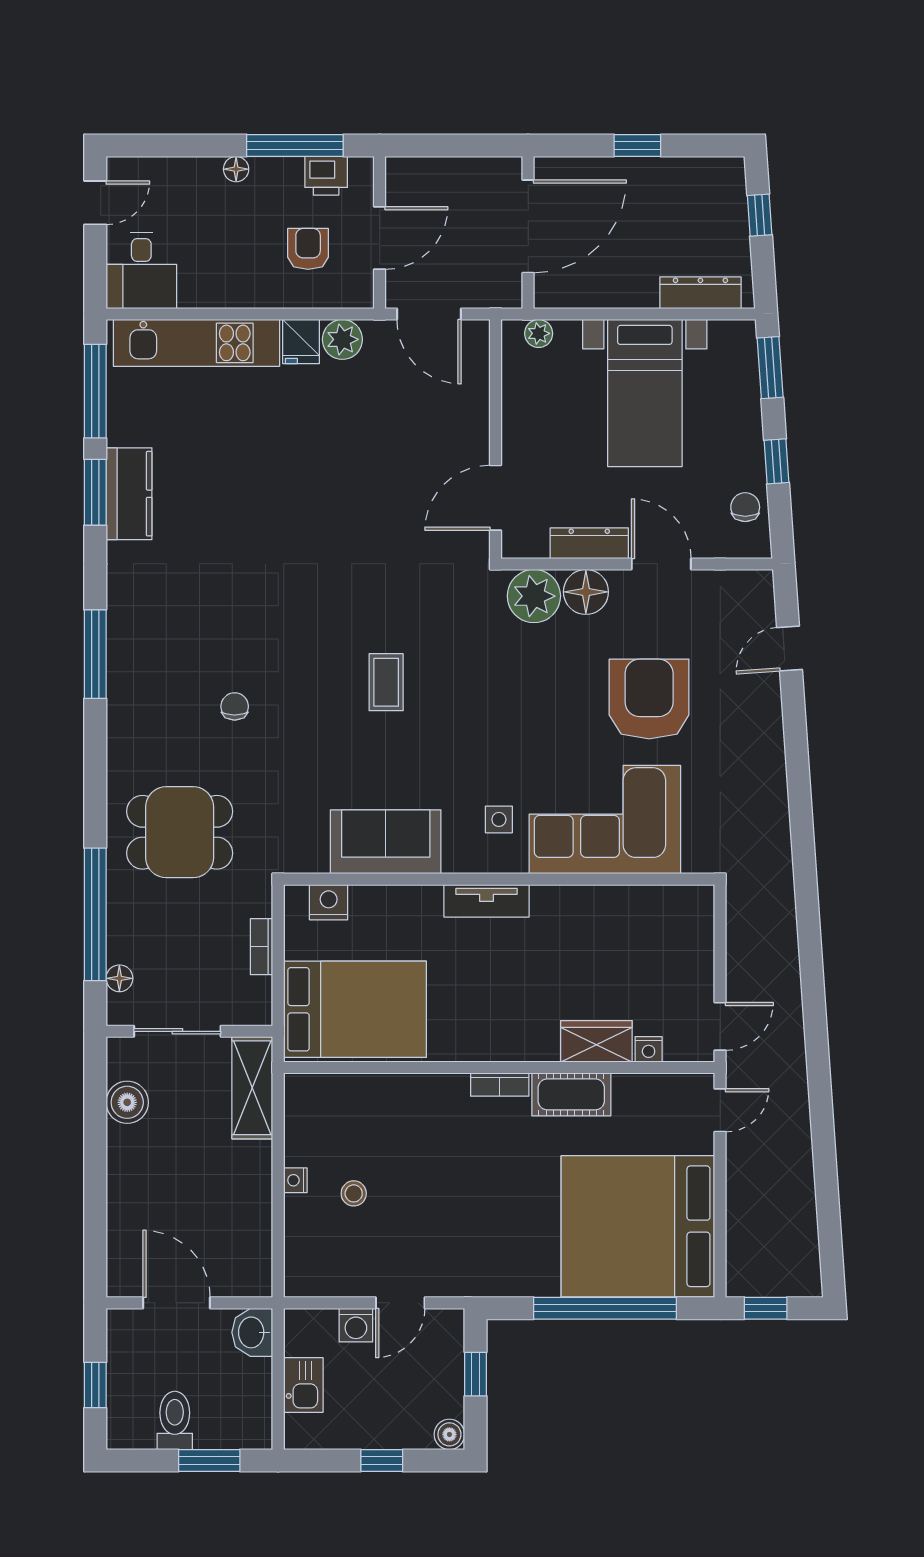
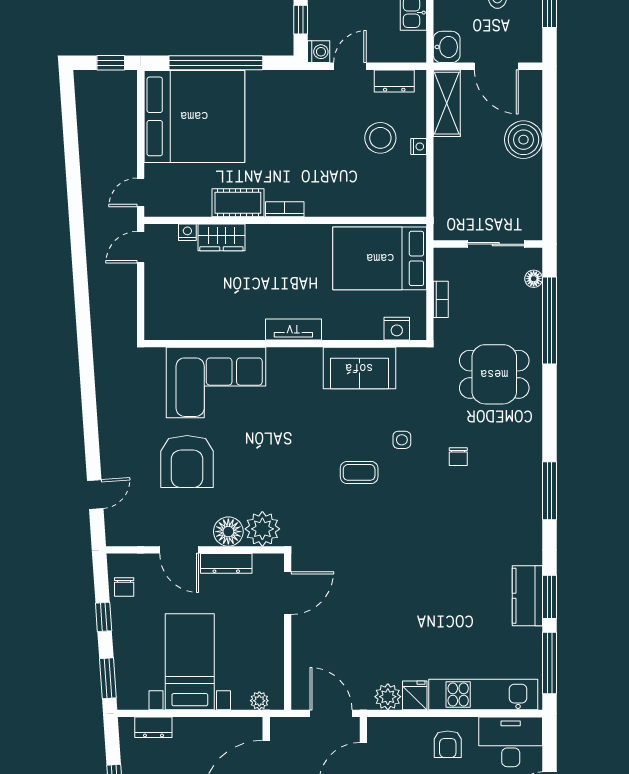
armchair: (308, 249) -> (448, 744), moved
desk: (141, 271) -> (511, 742), width x1.37
dresser: (700, 293) -> (153, 727), width x0.70
coffee table: (386, 682) -> (359, 472), turned 90
side table: (499, 819) -> (402, 440), moved
shelving: (252, 1088) -> (447, 103), moved
boiler: (127, 1102) -> (523, 140), moved, width x1.37, depth x1.37
stool: (354, 1193) -> (380, 138), width x1.89, depth x1.89
dresser: (333, 1280) -> (394, 81), added
washing machine: (356, 1325) -> (319, 52), moved, turned 90

